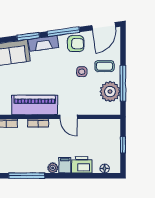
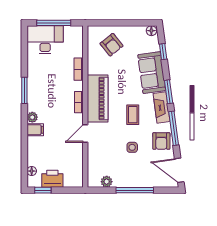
coffee table: (104, 66) -> (133, 115), moved
window: (123, 83) -> (135, 190), moved
plant: (110, 92) -> (107, 182), width x0.53, depth x0.53
window: (123, 145) -> (43, 190), moved
printer: (82, 165) -> (52, 179), moved, turned -90
window: (27, 176) -> (24, 90), width x0.69

